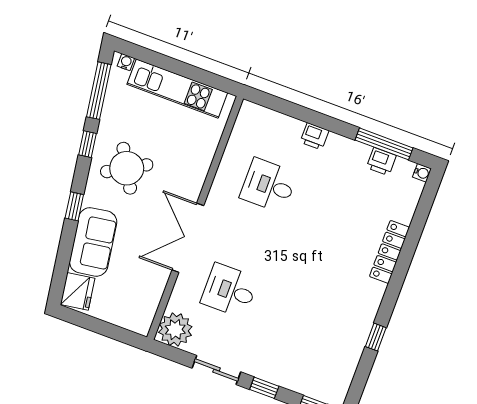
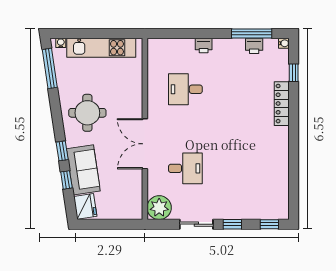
window: (87, 144) -> (66, 180), moved
round table: (127, 168) -> (87, 113), turned 30
desk: (230, 290) -> (185, 168), turned 180
window: (376, 337) -> (294, 73), moved

